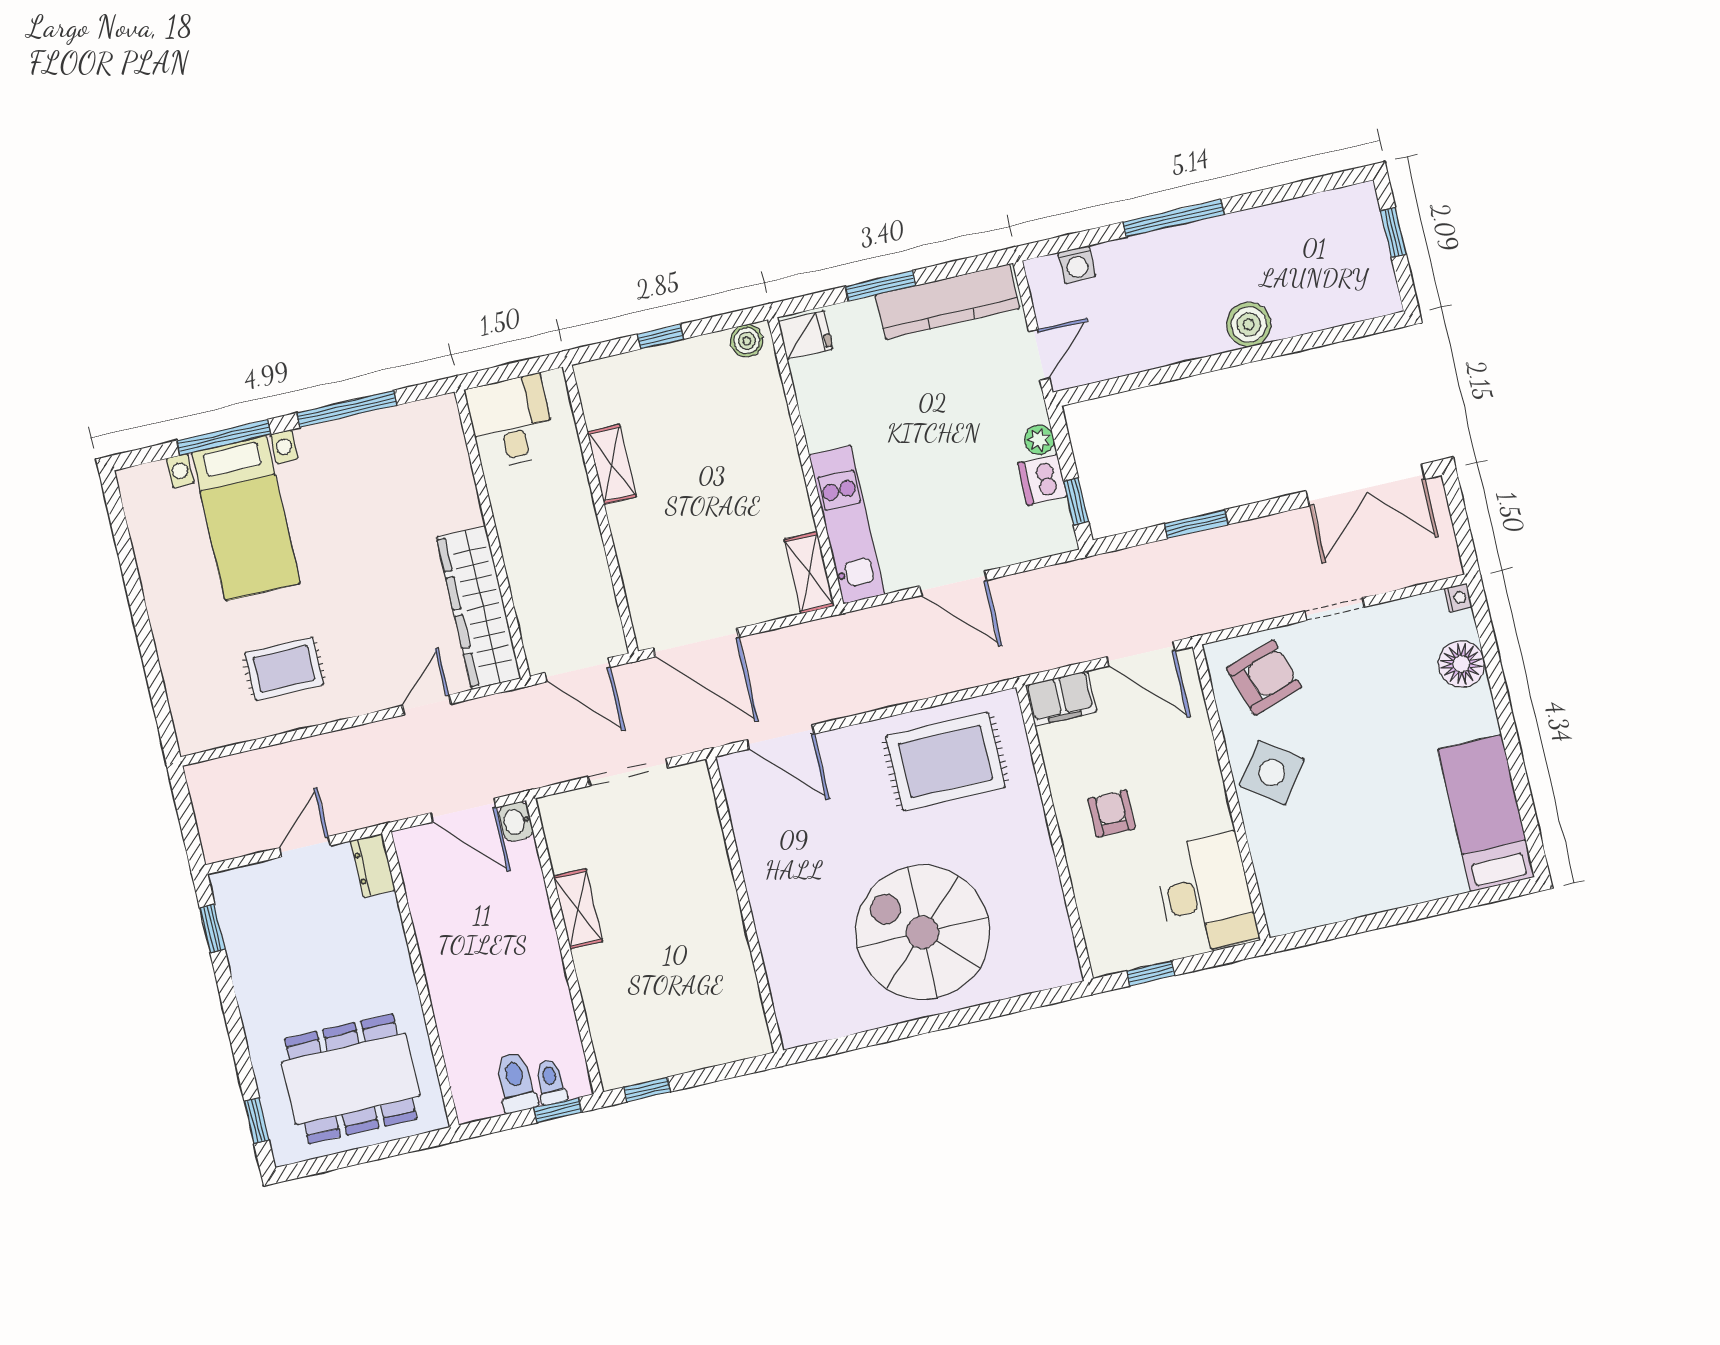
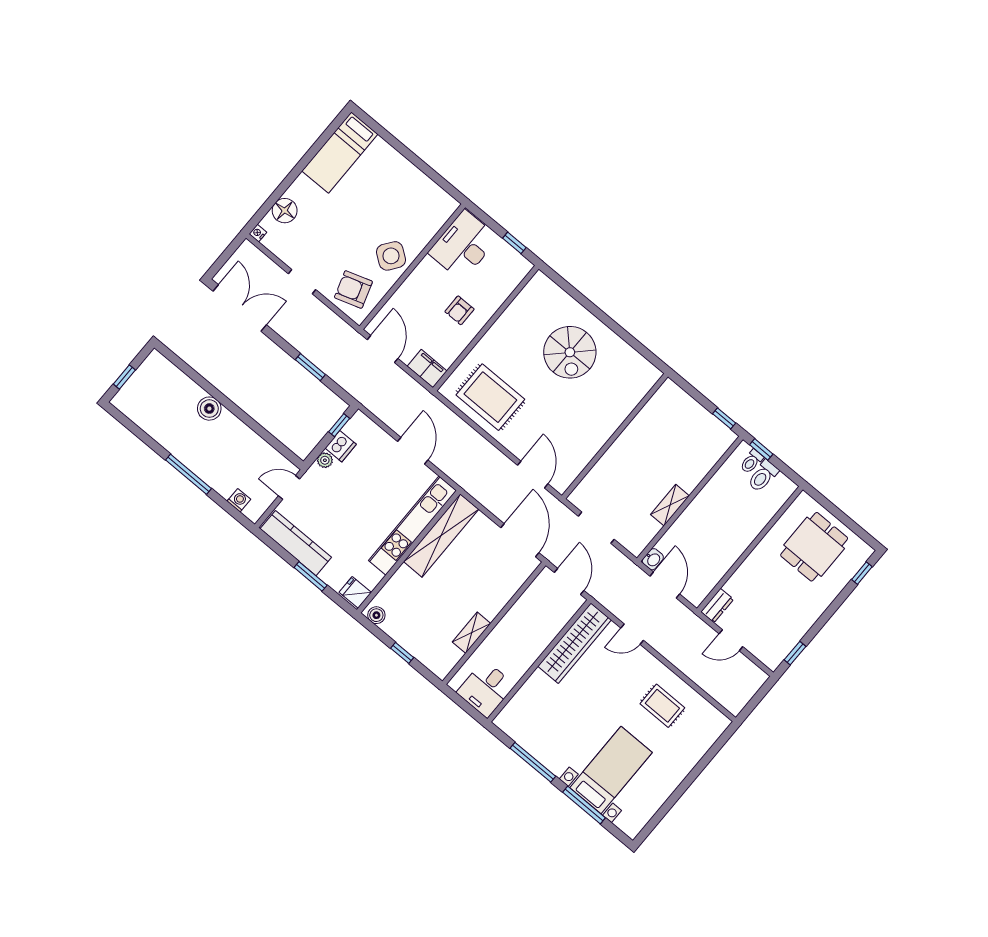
kitchen unit: (847, 525) -> (413, 526), width x1.36
shelving: (809, 573) -> (441, 535), width x2.20, depth x1.33
spiral stairs: (923, 932) -> (570, 352), width x0.73, depth x0.73
dining table: (351, 1079) -> (814, 547), width x0.73

